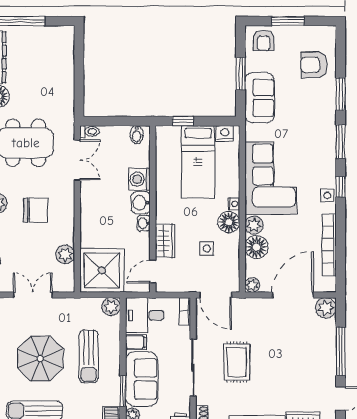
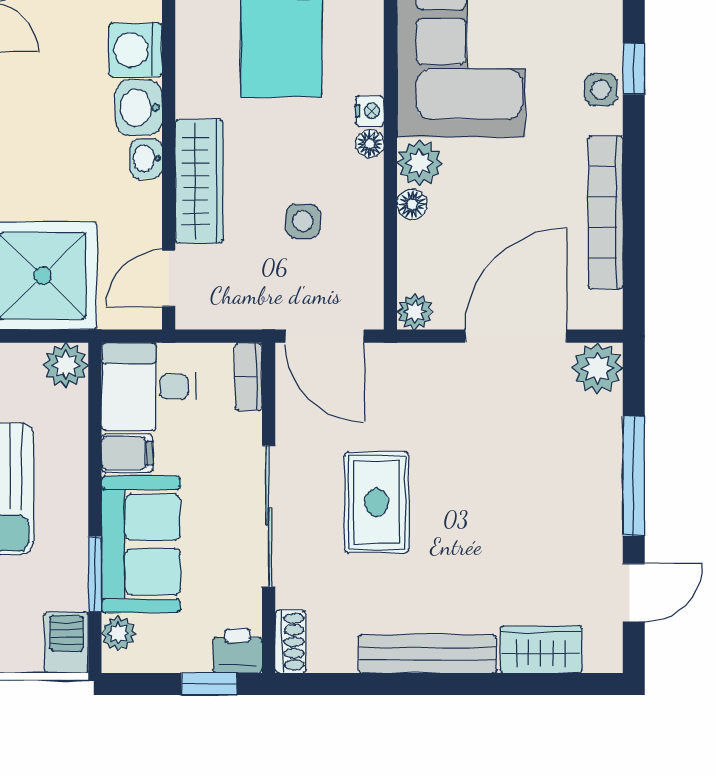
floor lamp: (229, 222) -> (370, 144), width x0.53, depth x0.53
wardrobe: (165, 241) -> (199, 181), width x1.50
floor lamp: (256, 247) -> (412, 204), width x0.53, depth x0.53

